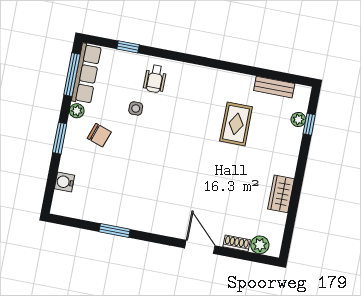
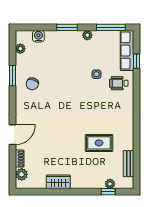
row of seats: (86, 74) -> (127, 51), moved, turned 90
chair: (99, 135) -> (32, 84), moved
plant: (77, 212) -> (20, 49), added

